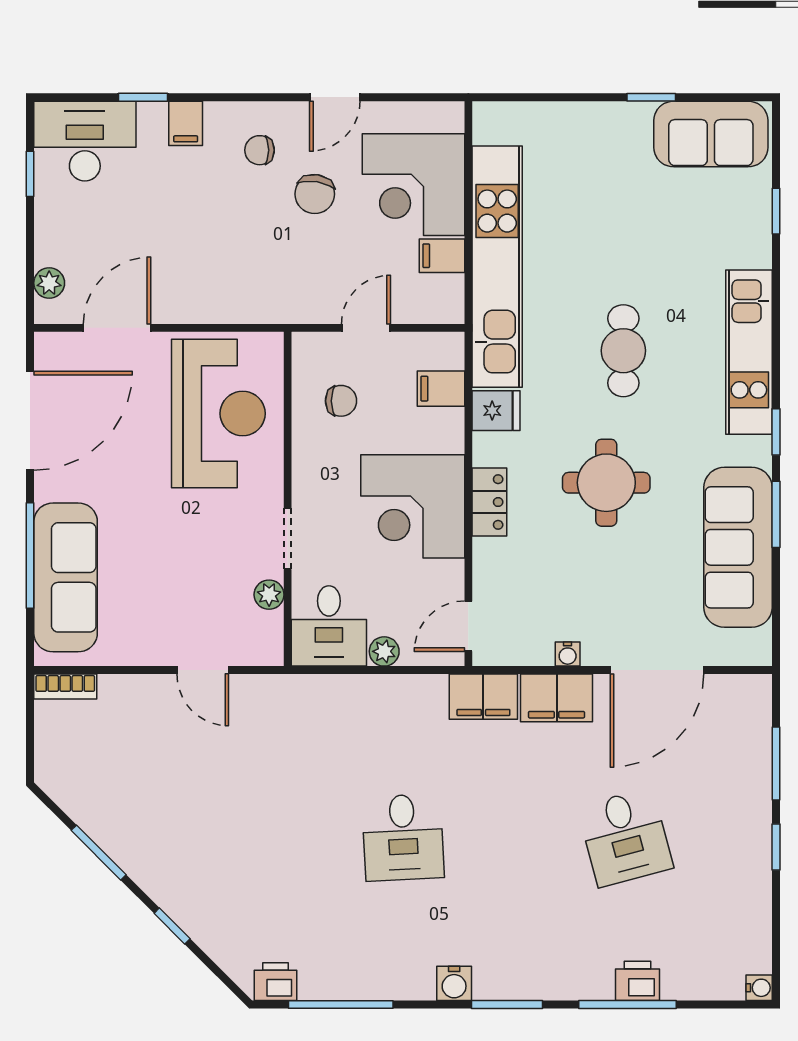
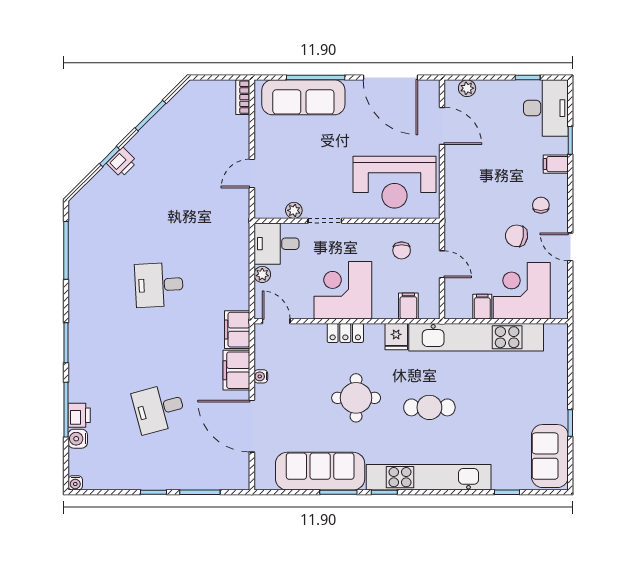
kitchen unit: (749, 352) -> (429, 477), width x1.36
printer: (275, 982) -> (122, 162), moved, turned 45
water cooler: (454, 983) -> (78, 439), moved

